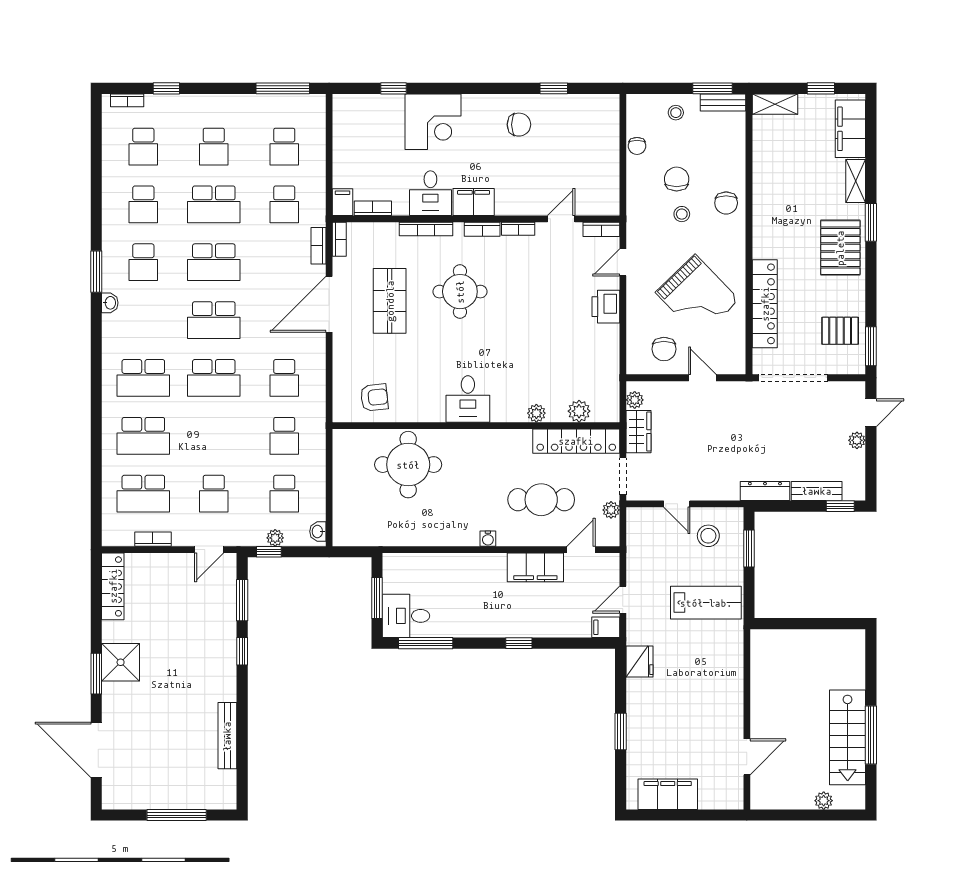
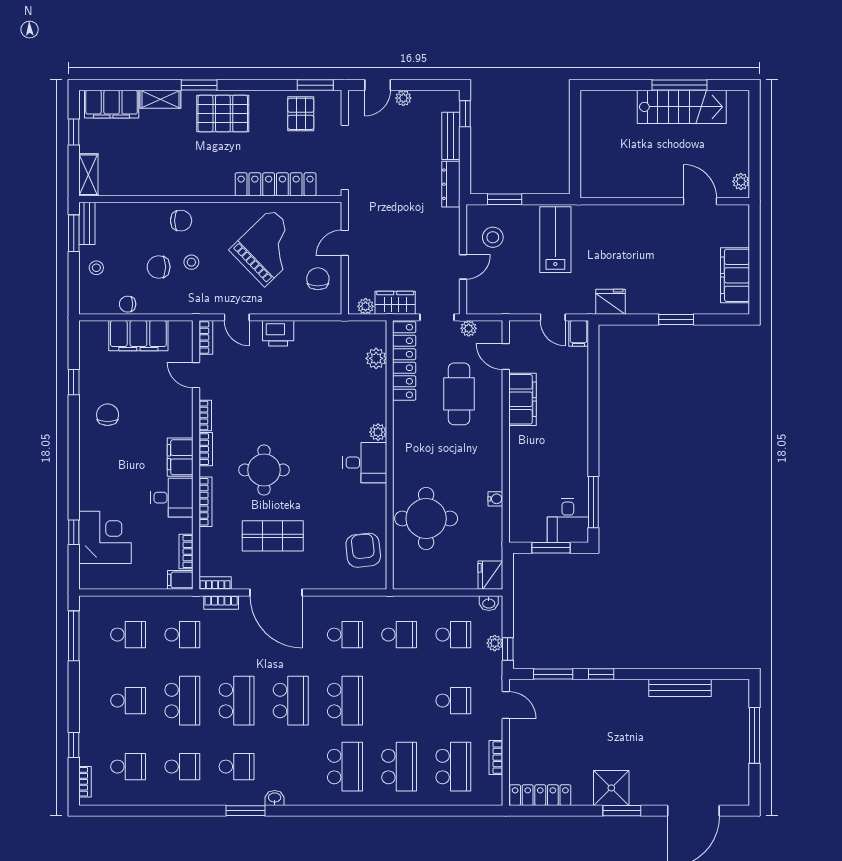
corner desk: (433, 122) -> (105, 537), moved
chair: (637, 146) -> (128, 304), turned 180
filing cabinet: (603, 157) -> (138, 336), added
chair: (664, 349) -> (318, 279), turned -90
armchair: (374, 397) -> (363, 550), width x1.38, depth x1.38
plant: (536, 413) -> (378, 432), moved
door: (871, 413) -> (378, 85), swing flipped
fridge: (348, 533) -> (490, 575), added
water cooler: (488, 539) -> (495, 499), moved
window: (519, 643) -> (593, 415), removed
plant: (824, 801) -> (741, 181), moved

